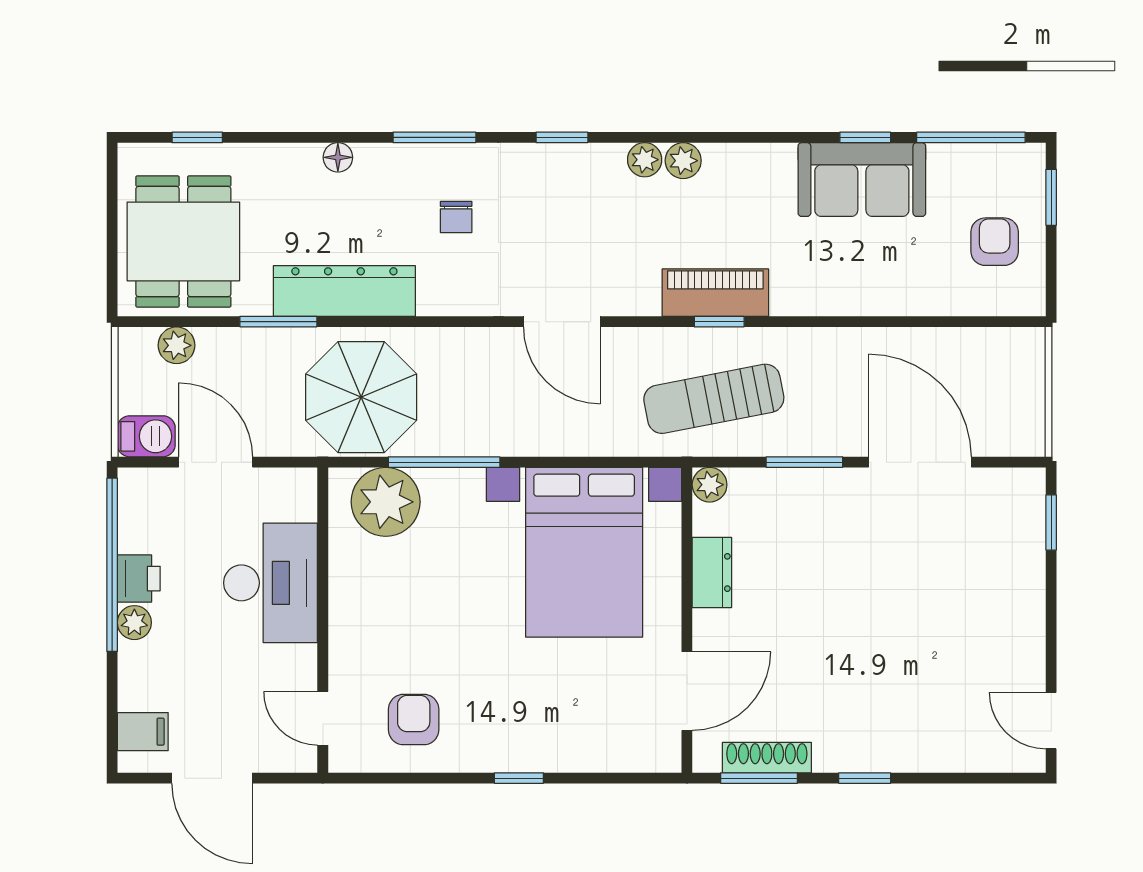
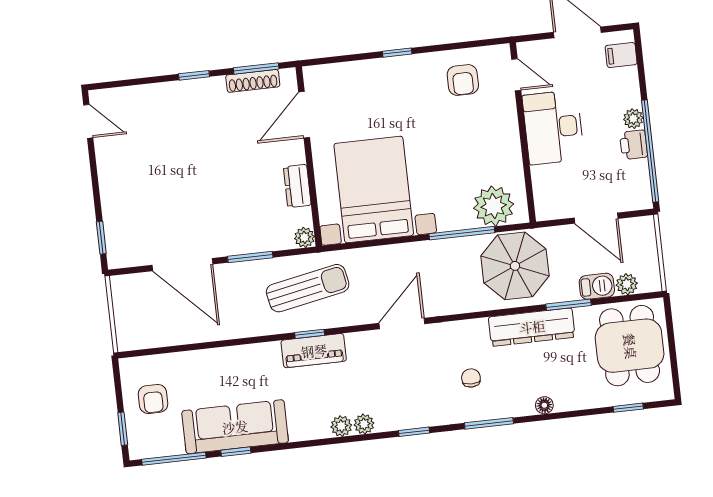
sofa: (862, 180) -> (235, 427), width x1.36
door: (562, 322) -> (402, 323), hinge flipped
barbecue: (146, 436) -> (597, 286), moved, turned 180
desk: (271, 583) -> (553, 127), moved

